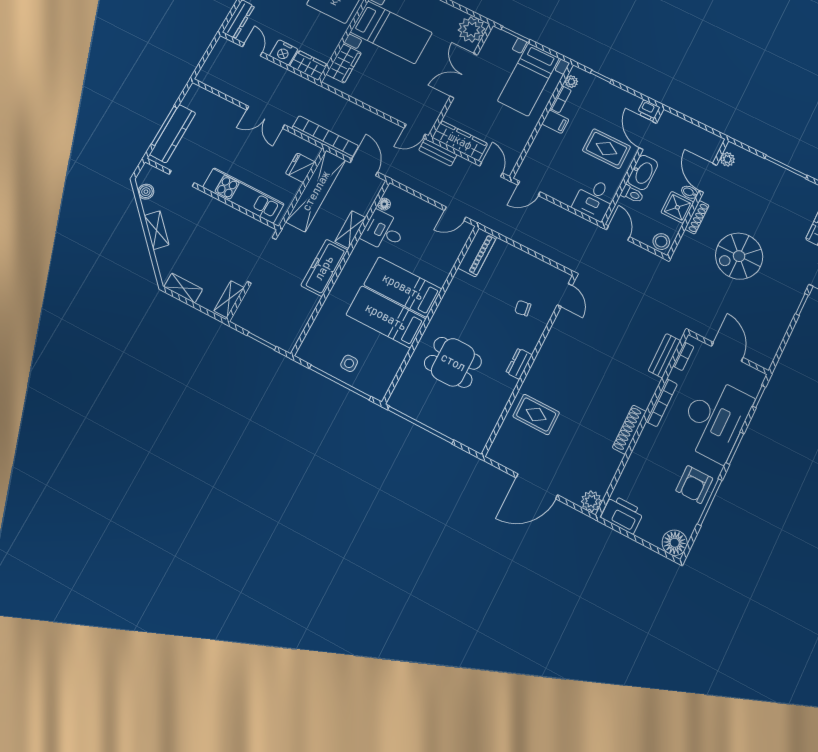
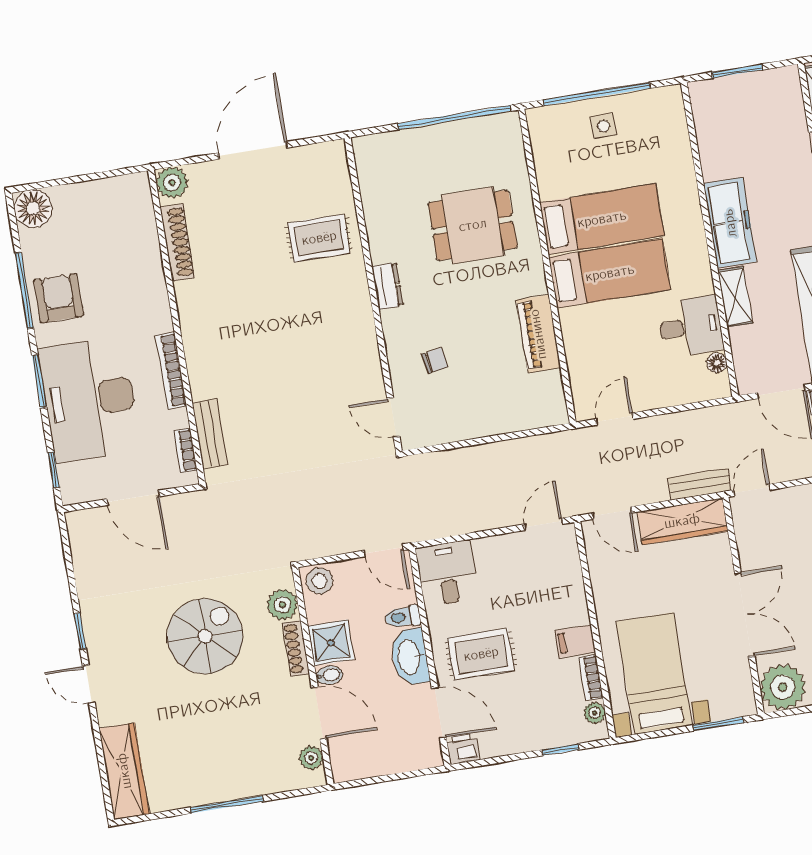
plant: (688, 243) -> (282, 605), added
piano: (477, 252) -> (538, 334), moved
shoe rack: (629, 430) -> (177, 243), moved
printer: (622, 514) -> (122, 195), removed

